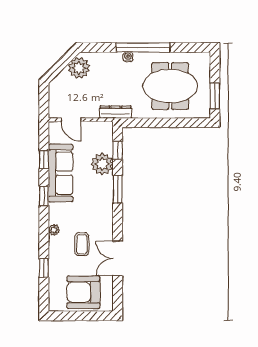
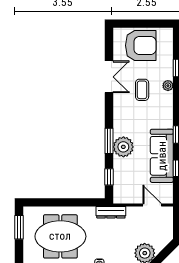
plant: (102, 164) -> (123, 147), moved
plant: (54, 230) -> (168, 86), moved

